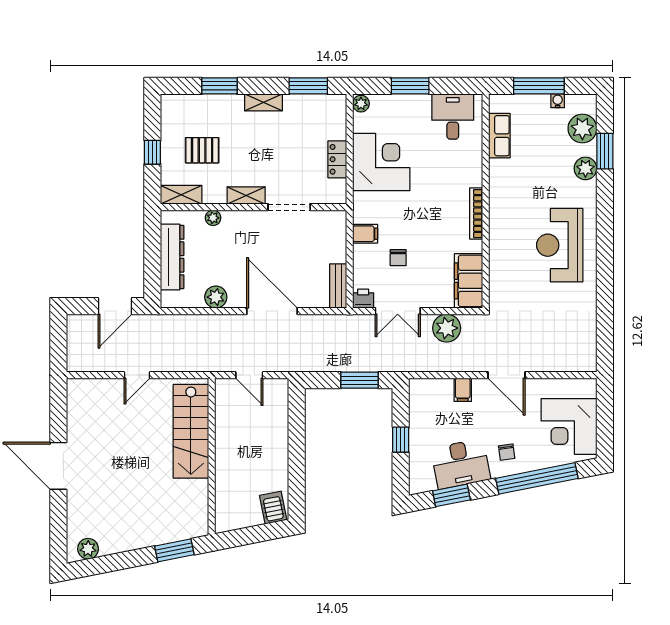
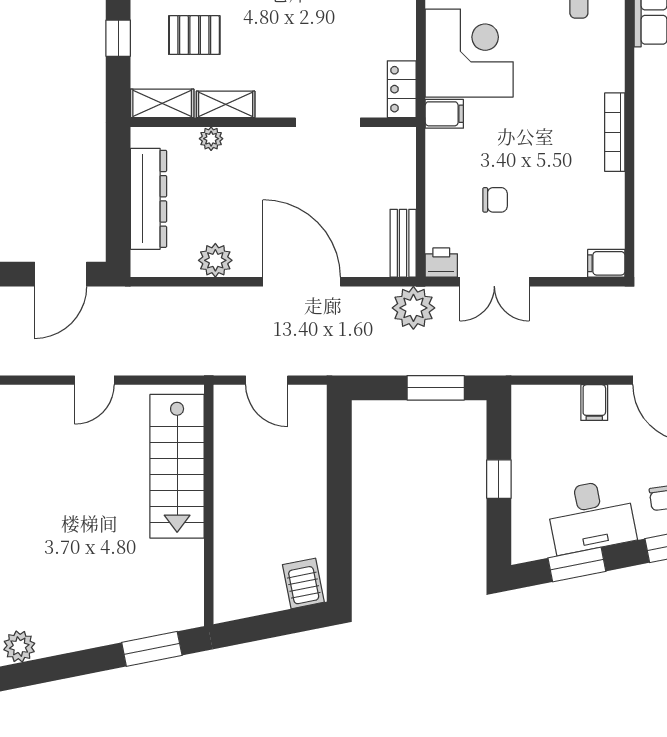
locker: (337, 159) -> (402, 89), moved
shelving: (246, 195) -> (226, 104), moved
filing cabinet: (365, 234) -> (444, 114), moved
chair: (398, 258) -> (495, 200), turned -90
filing cabinet: (469, 281) -> (606, 263), width x0.33, depth x0.86
plant: (447, 328) -> (413, 308), moved

